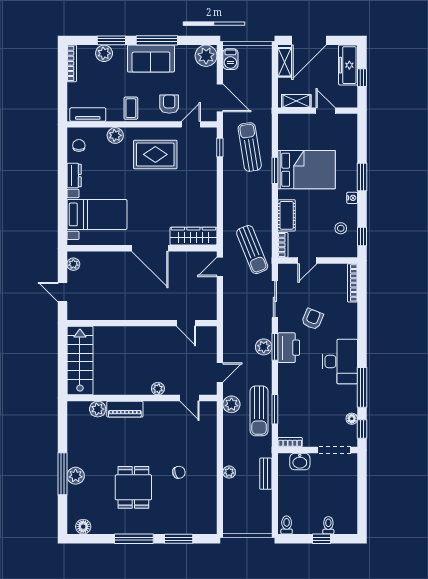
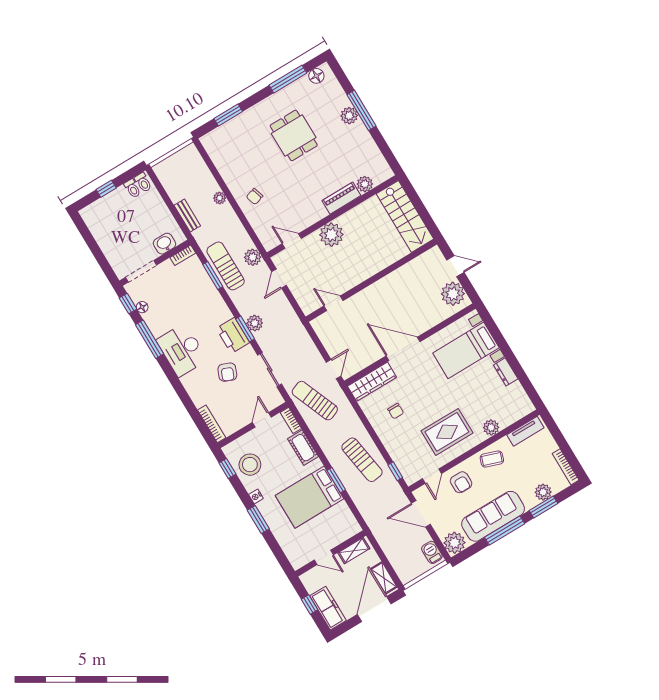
sofa: (151, 58) -> (493, 516), width x1.36
coffee table: (131, 108) -> (492, 459), turned -71
chair: (79, 145) -> (396, 411), moved
sun lounger: (250, 147) -> (362, 460), moved
stool: (341, 228) -> (250, 465), width x1.89, depth x1.89
plant: (73, 264) -> (453, 294), width x1.88, depth x1.88
plant: (158, 389) -> (331, 235), width x1.87, depth x1.87
chair: (179, 472) -> (255, 196), moved
toilet: (328, 525) -> (132, 188), moved
window: (134, 539) -> (288, 79), moved

